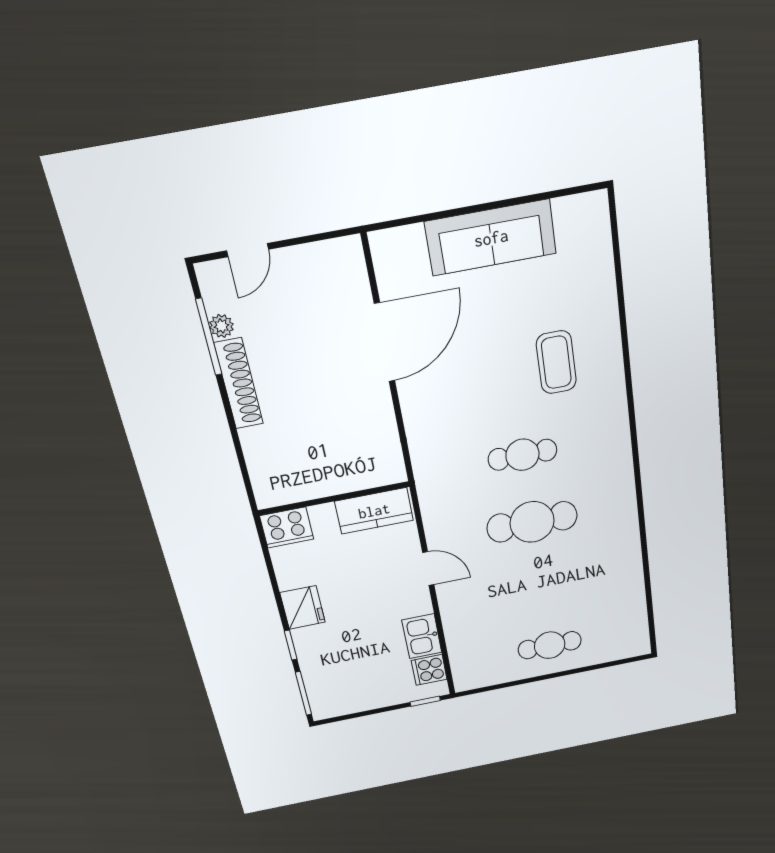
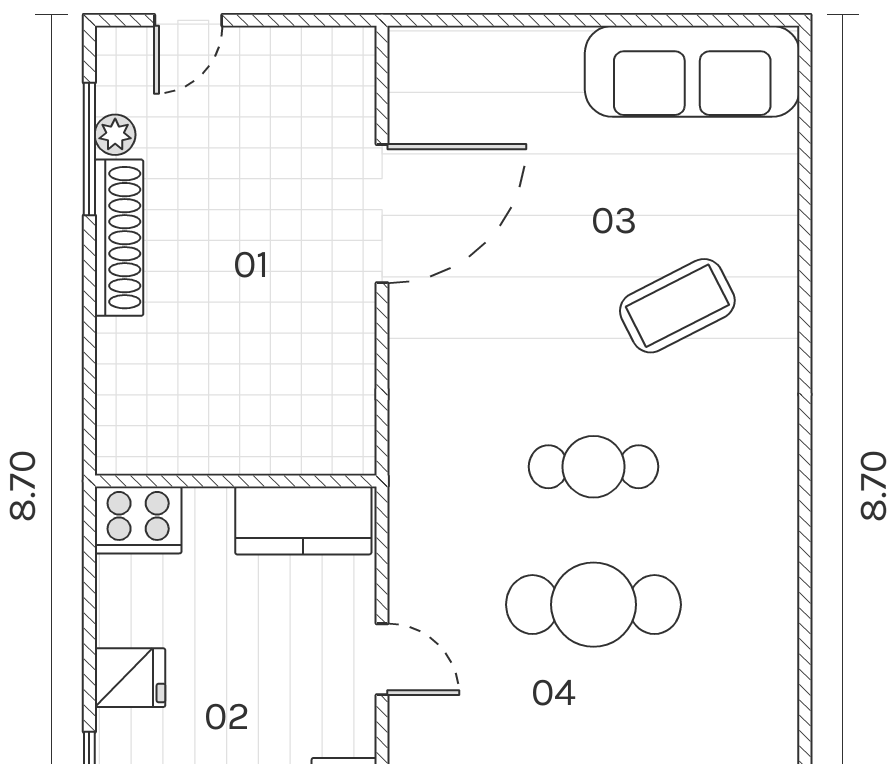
sofa: (491, 238) -> (692, 71), moved
coffee table: (556, 362) -> (677, 306), turned 63
fridge: (303, 607) -> (130, 678), width x0.72

